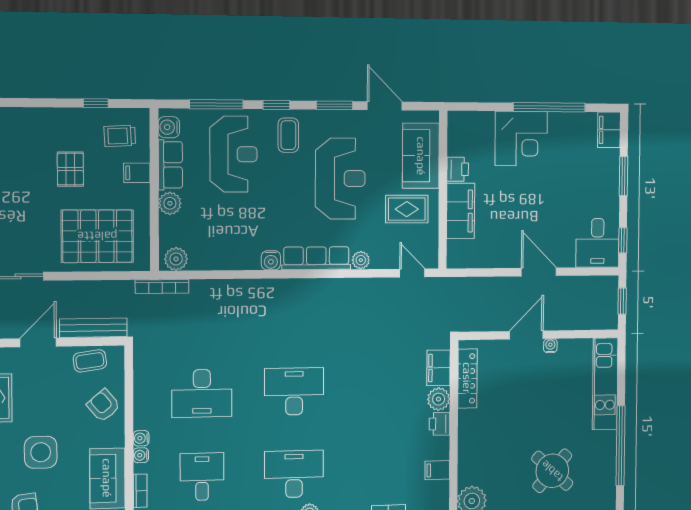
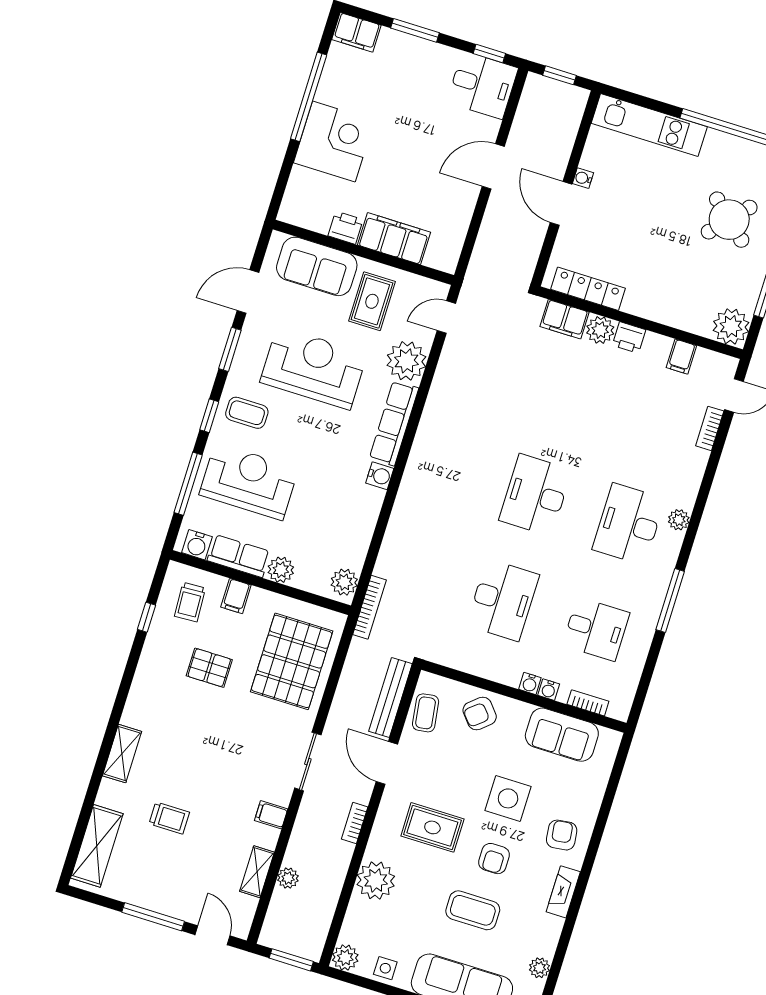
plant: (361, 260) -> (406, 361), width x1.88, depth x1.88
desk: (202, 477) -> (596, 629), turned 180

